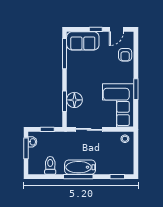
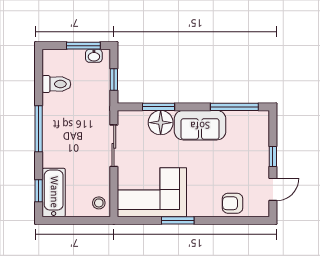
door: (116, 29) -> (273, 189), swing flipped
sofa: (83, 41) -> (200, 125), moved, turned -90
bathtub: (80, 167) -> (54, 192), moved

